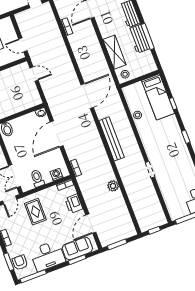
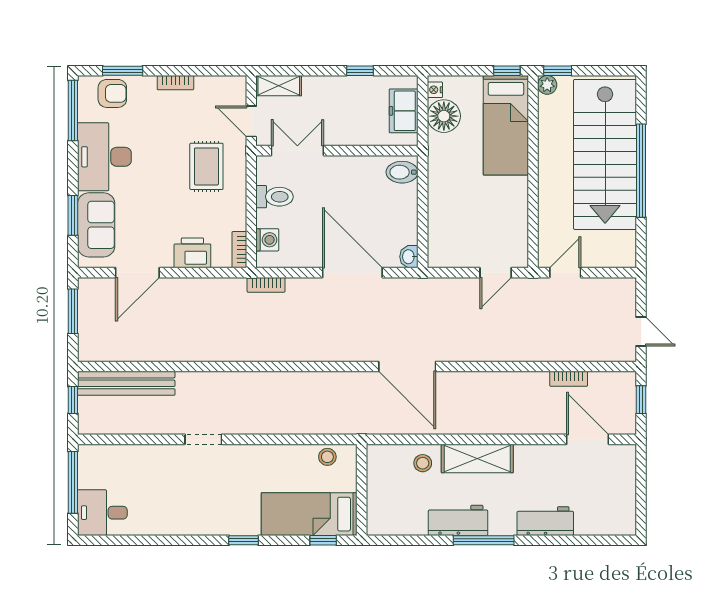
workbench: (139, 39) -> (458, 520), moved
wall: (140, 79) -> (362, 490), moved
bed: (158, 97) -> (309, 514), moved
bench: (112, 139) -> (126, 383), moved
plant: (113, 186) -> (199, 349), removed
rug: (35, 212) -> (206, 166), turned 90
door: (91, 224) -> (137, 273), swing flipped

